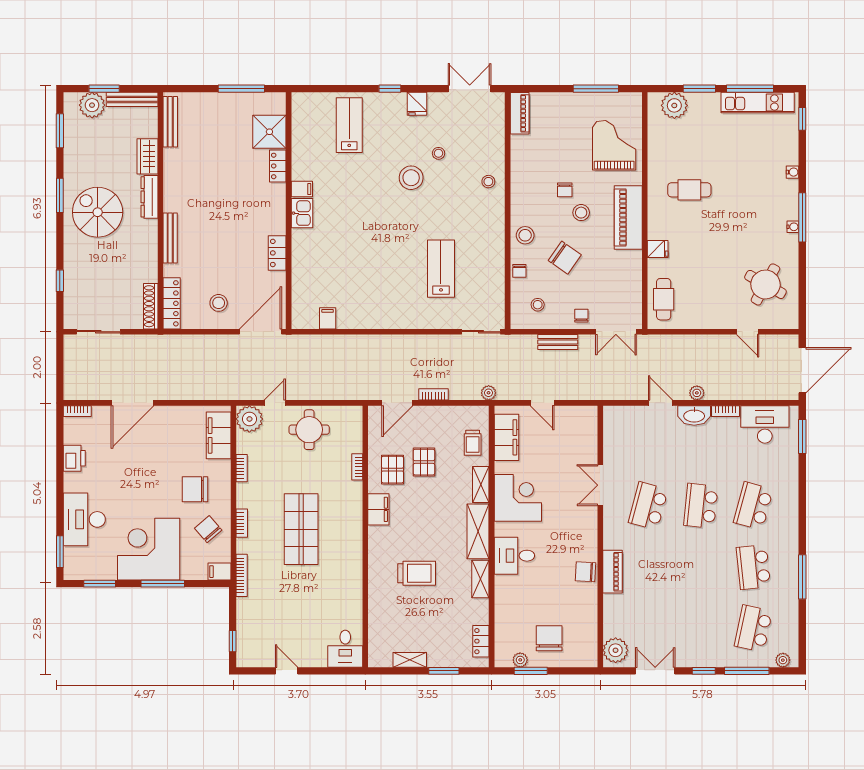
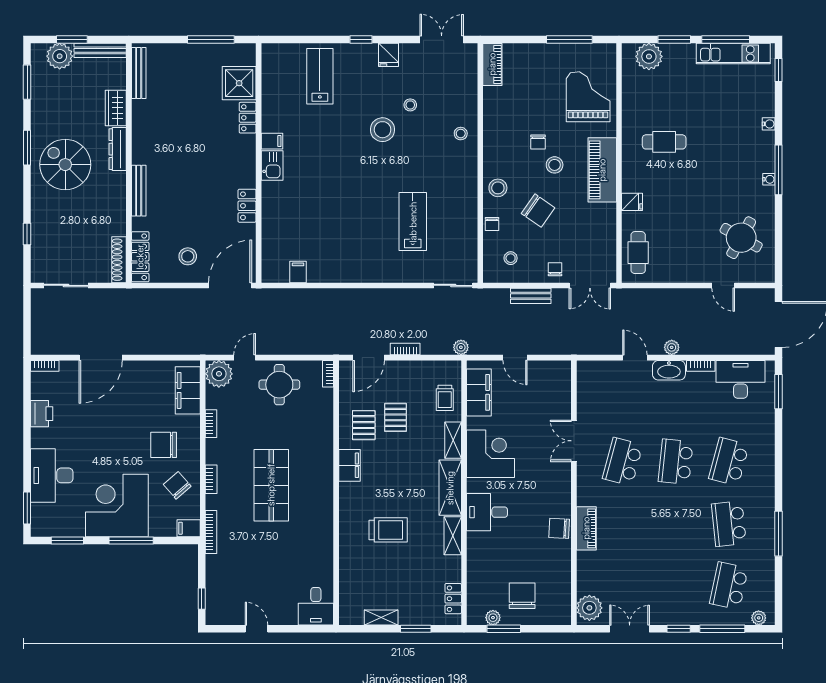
bookcase: (357, 467) -> (328, 374), moved

